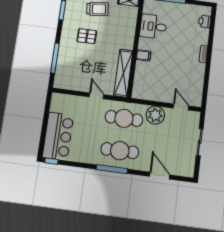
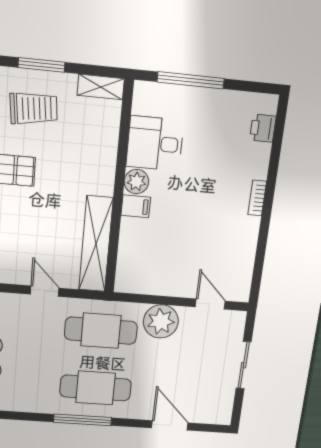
plant: (144, 44) -> (136, 182), added

